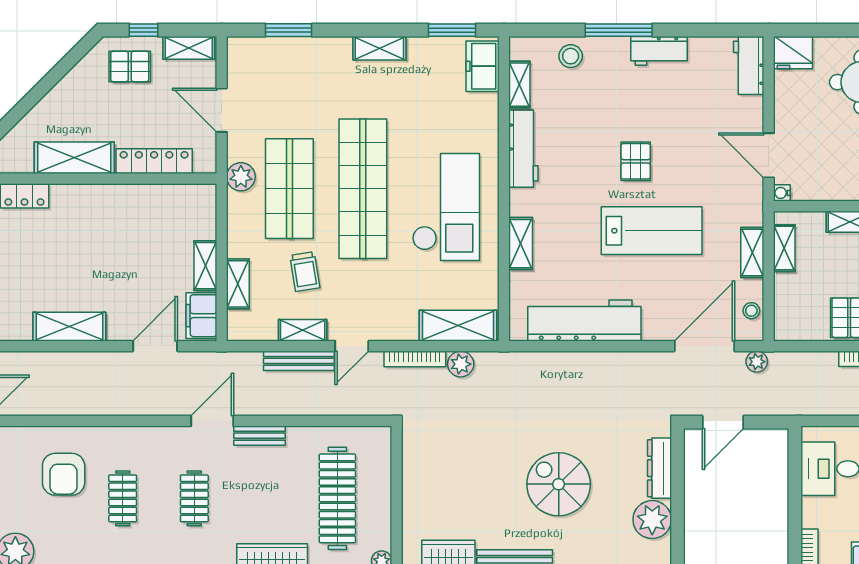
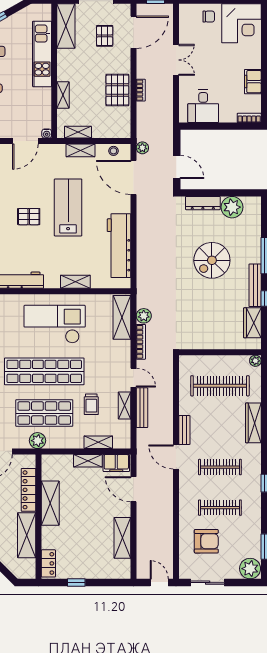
shelving: (131, 199) -> (50, 503), added
trolley: (305, 272) -> (91, 404), turned 99
clothes rail: (123, 498) -> (220, 508), width x1.36
clothes rail: (194, 498) -> (220, 467), width x1.36

